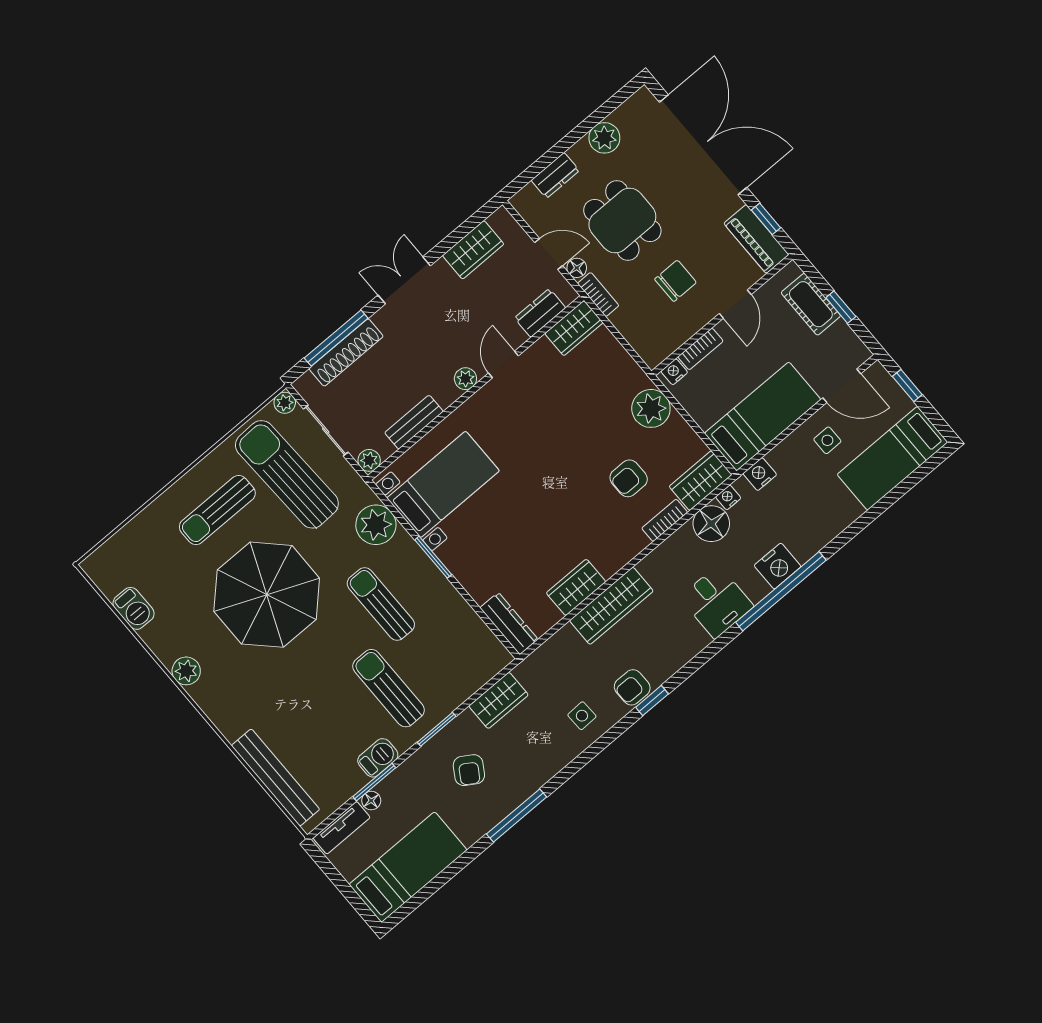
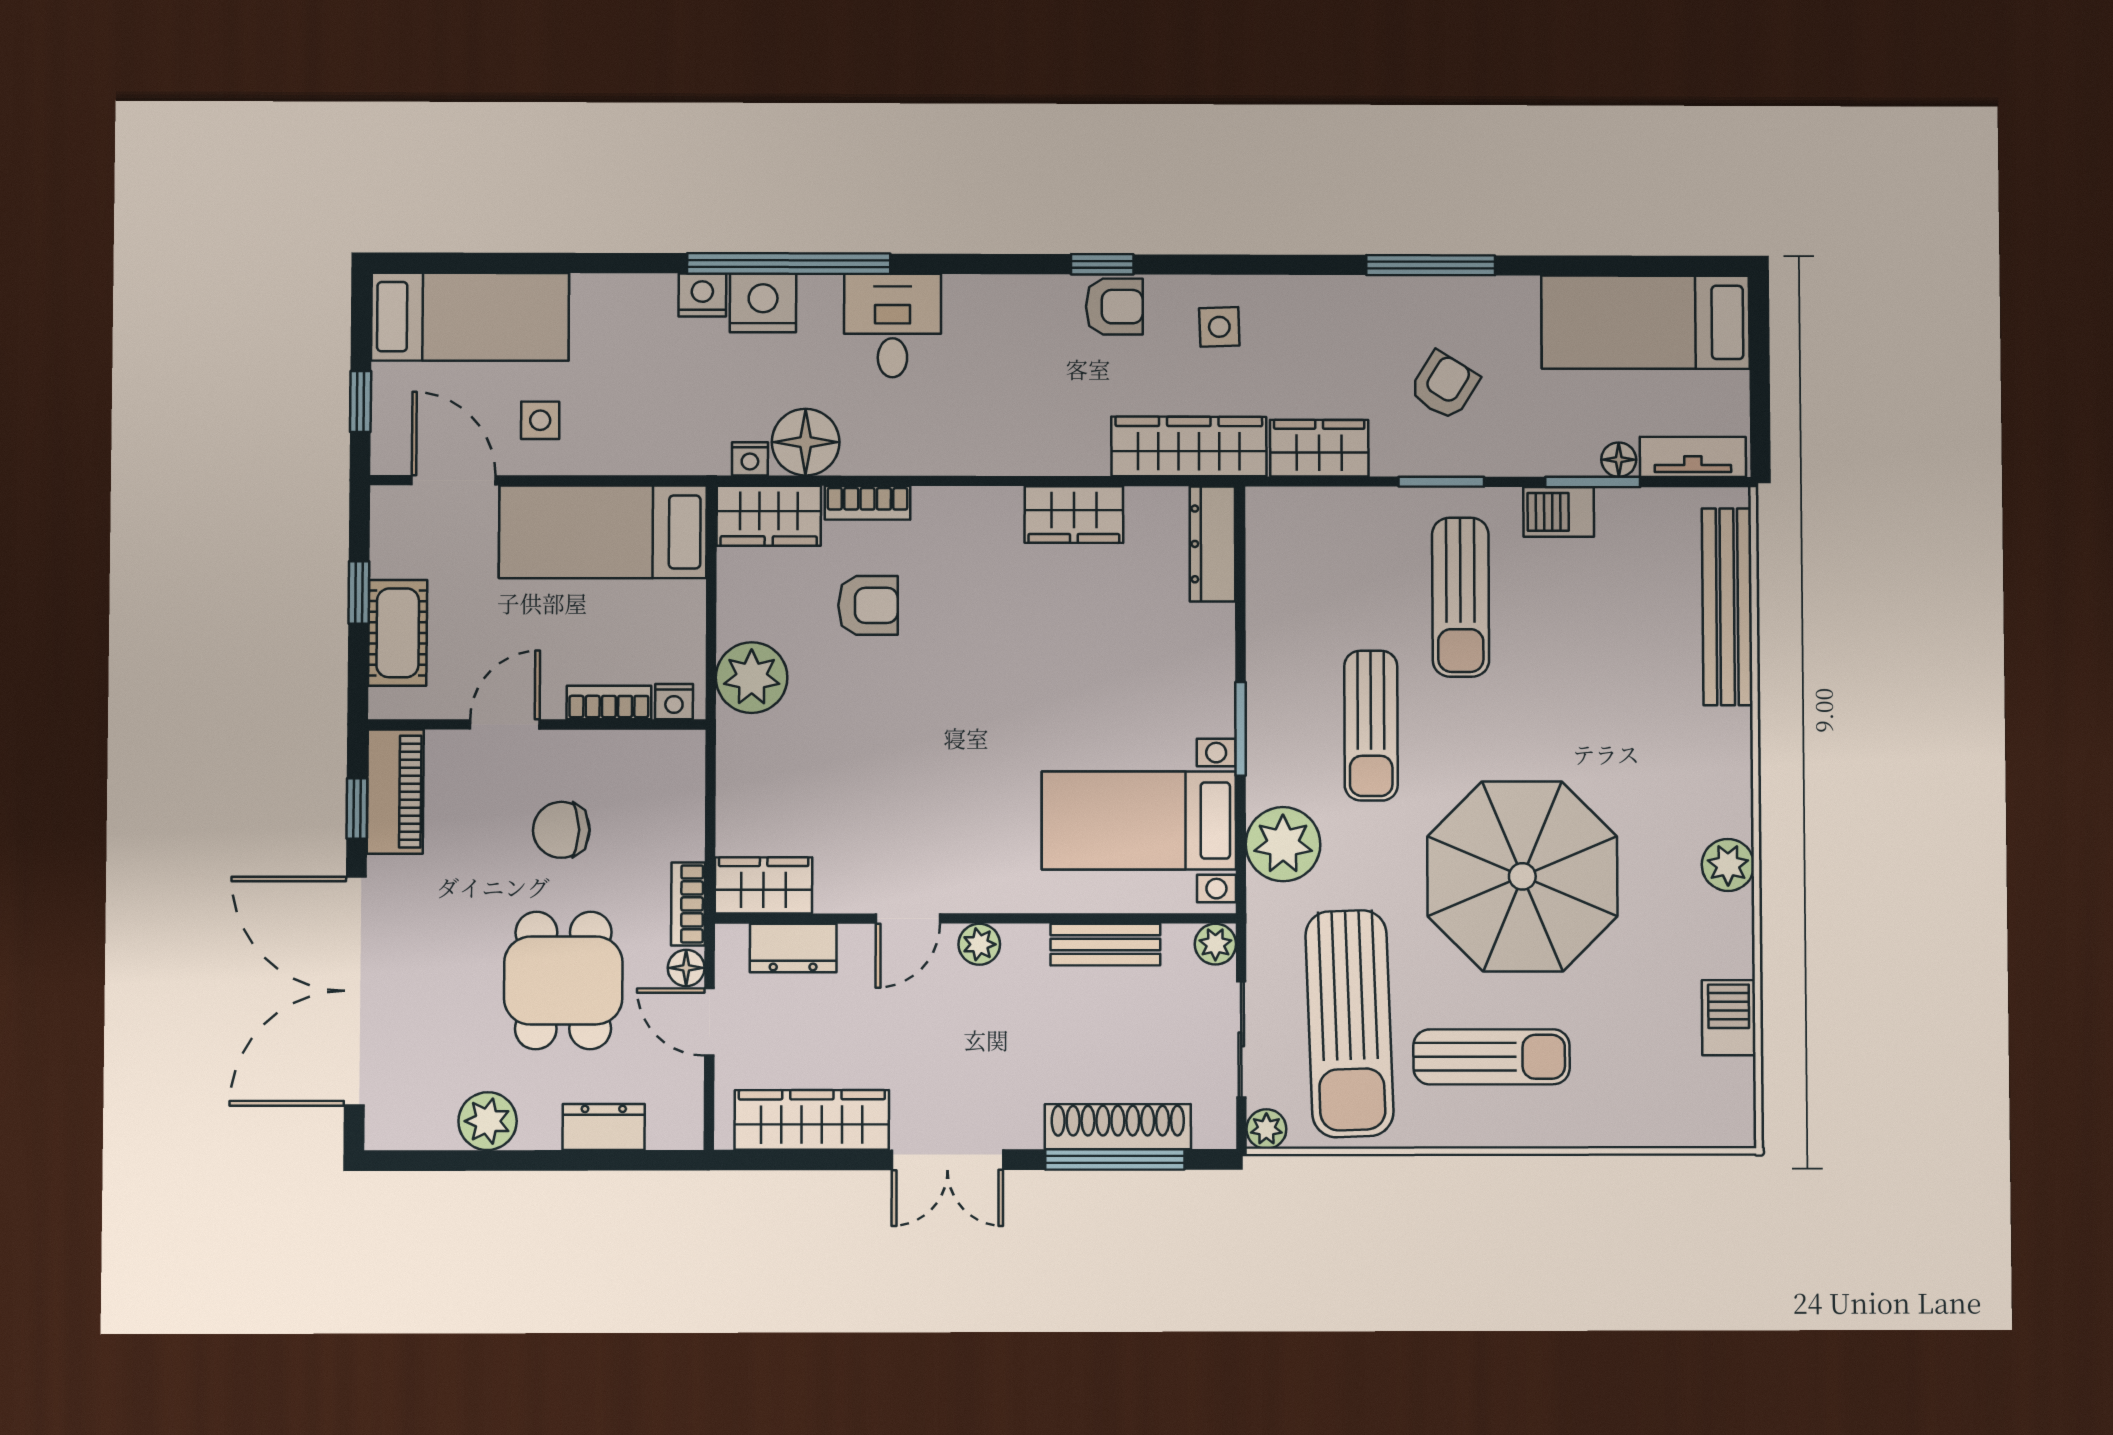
wardrobe: (473, 250) -> (812, 1120), width x1.50
nightstand: (760, 474) -> (702, 295), moved, turned 180
wardrobe: (611, 606) -> (1189, 446), moved

